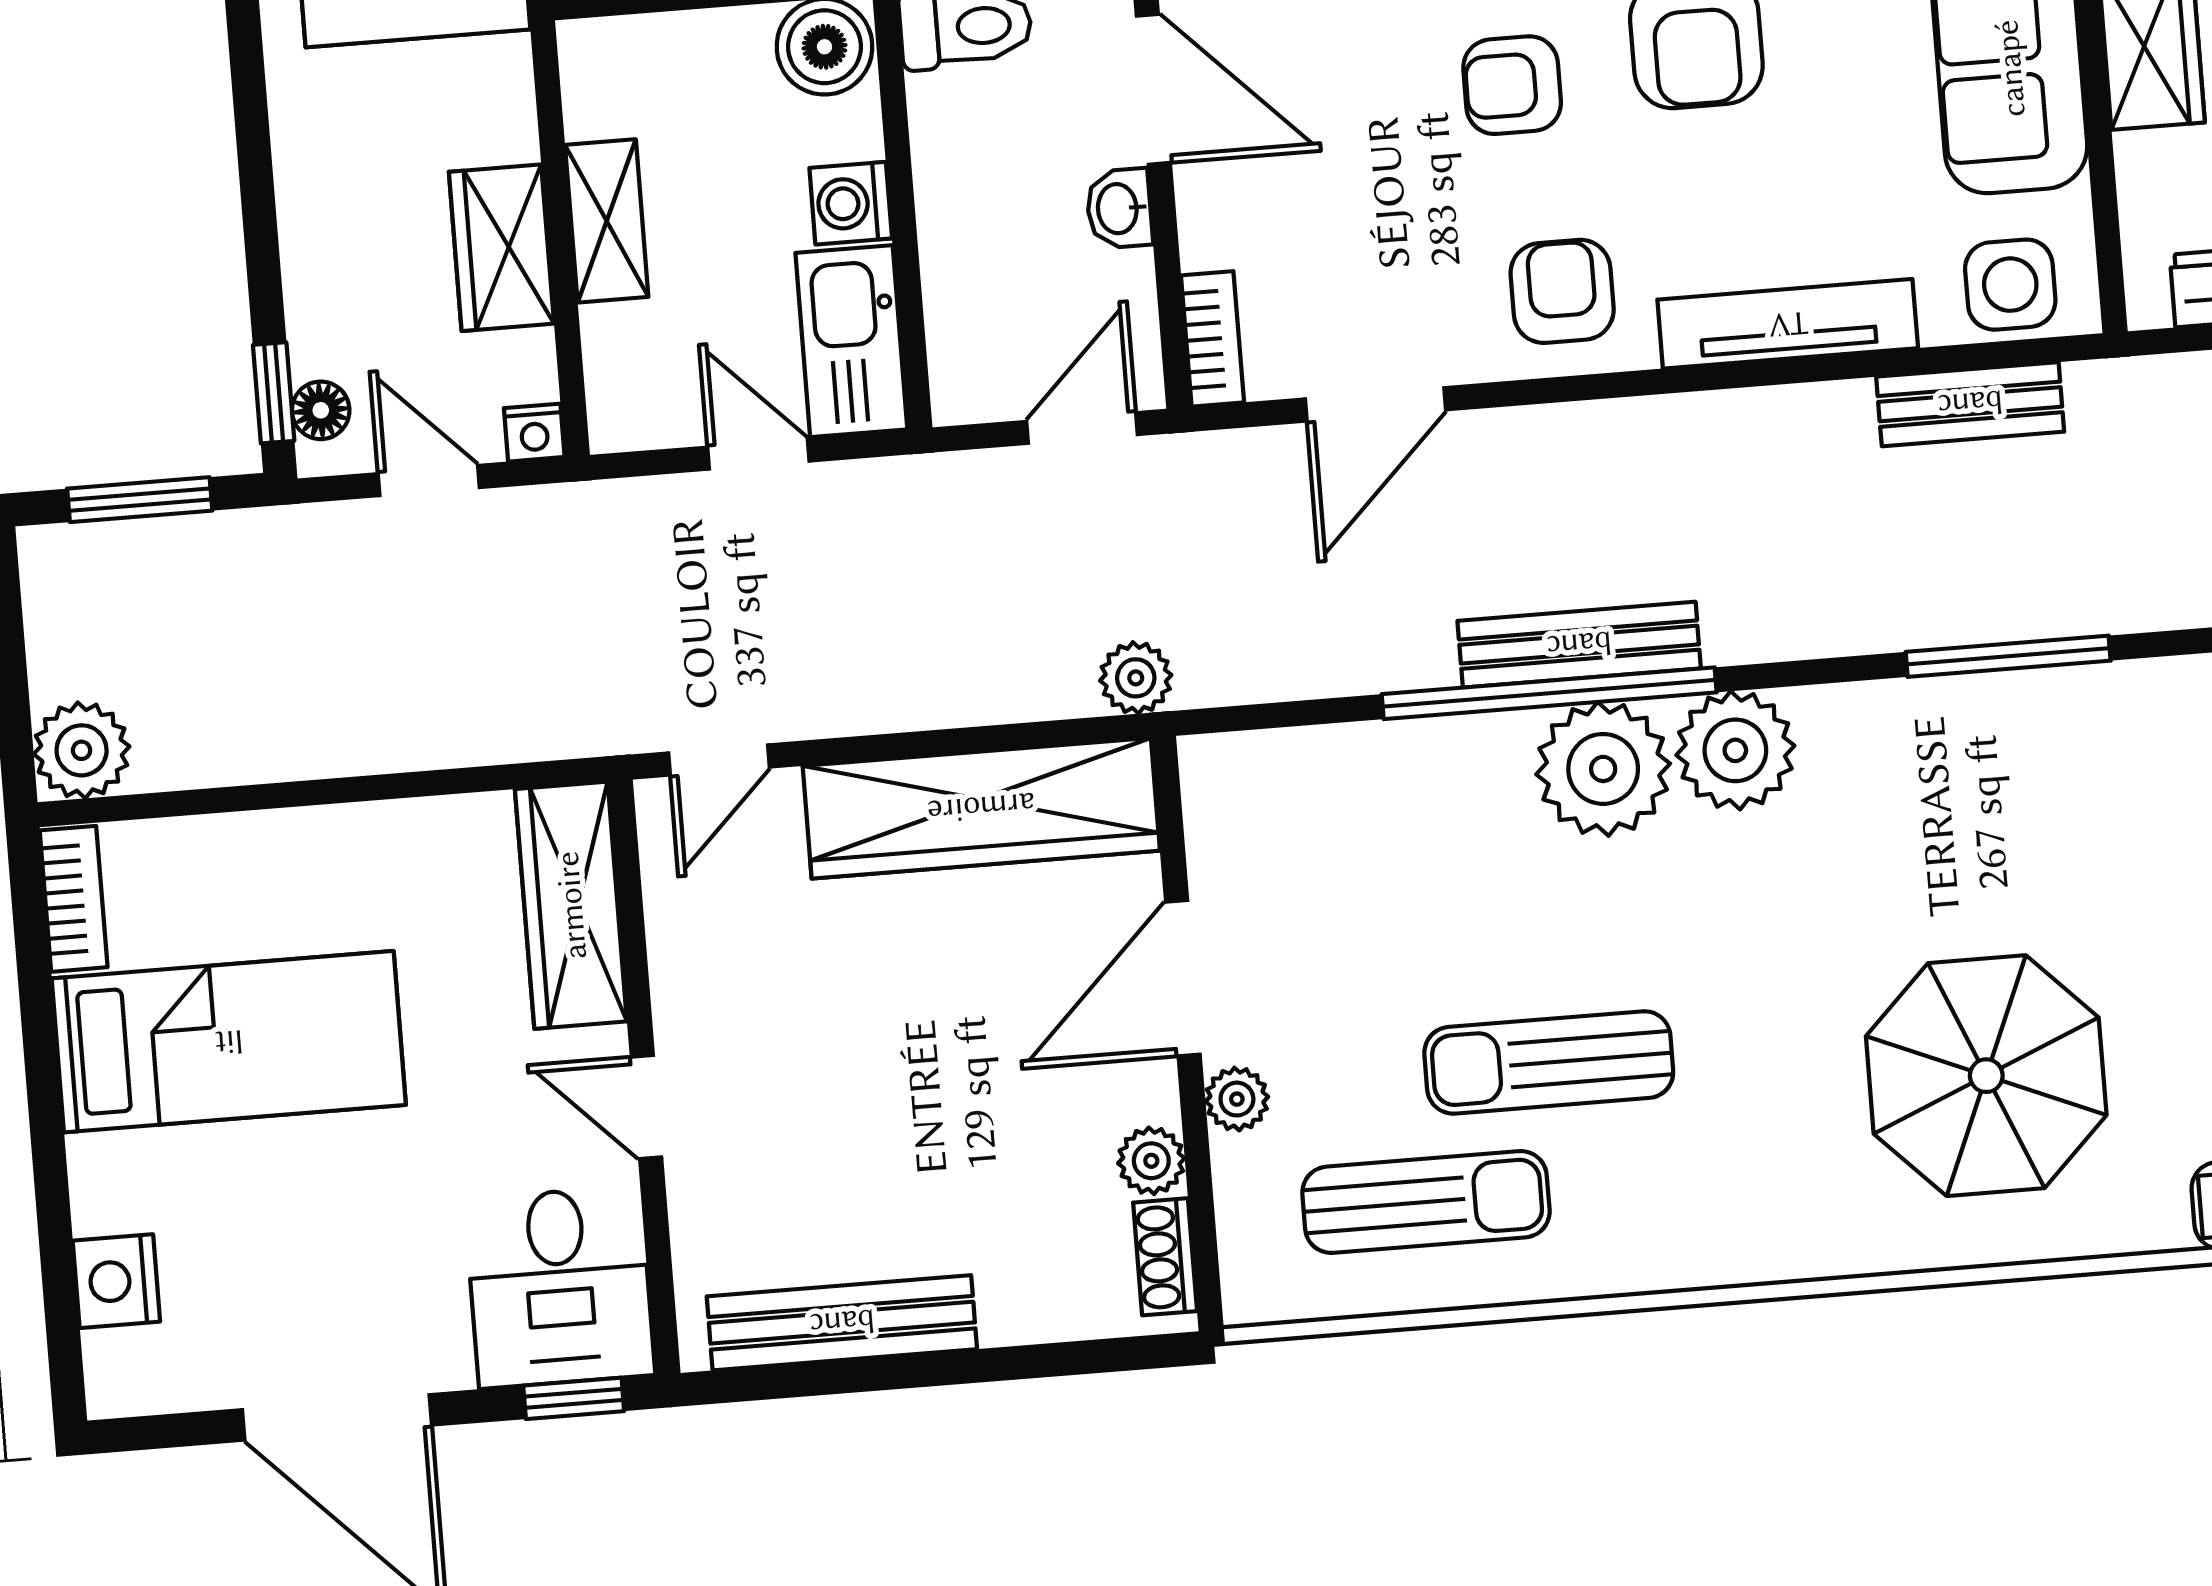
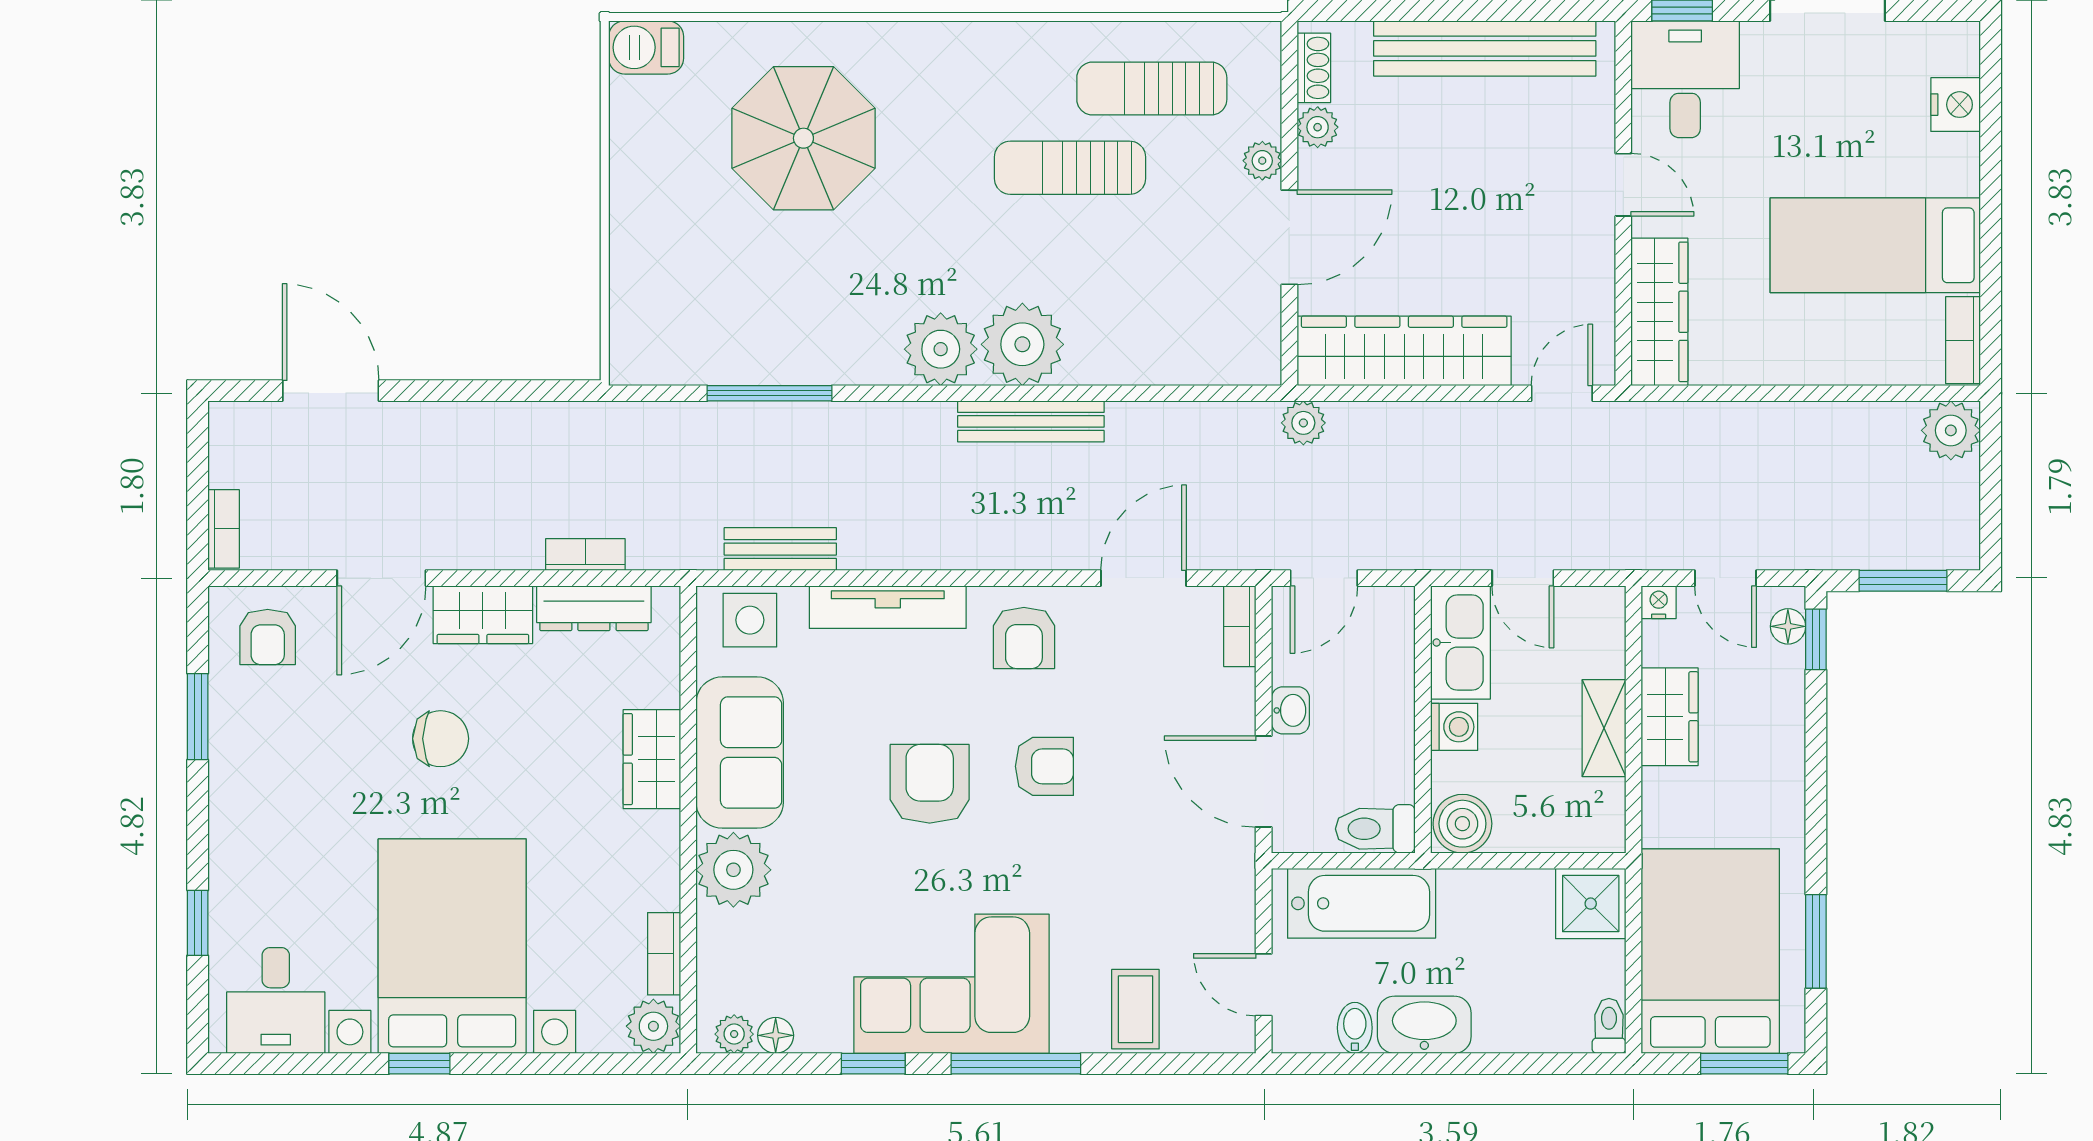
window: (1549, 693) -> (1052, 393), removed
sun lounger: (1549, 1062) -> (1070, 168), turned 180
bench: (842, 1323) -> (1485, 48), width x1.37, depth x1.21

